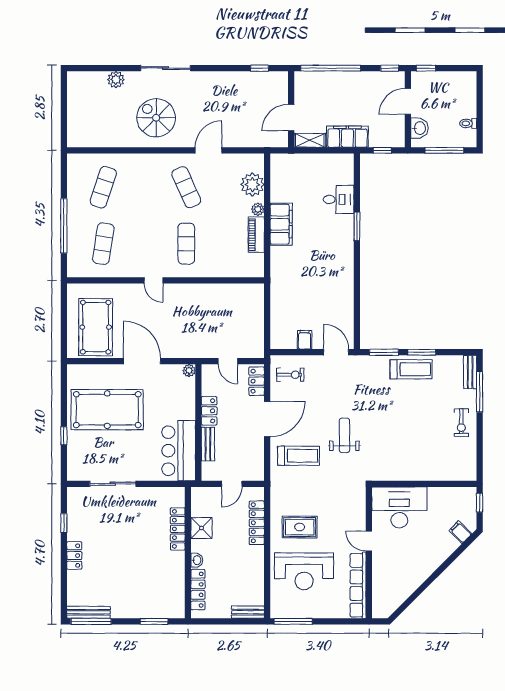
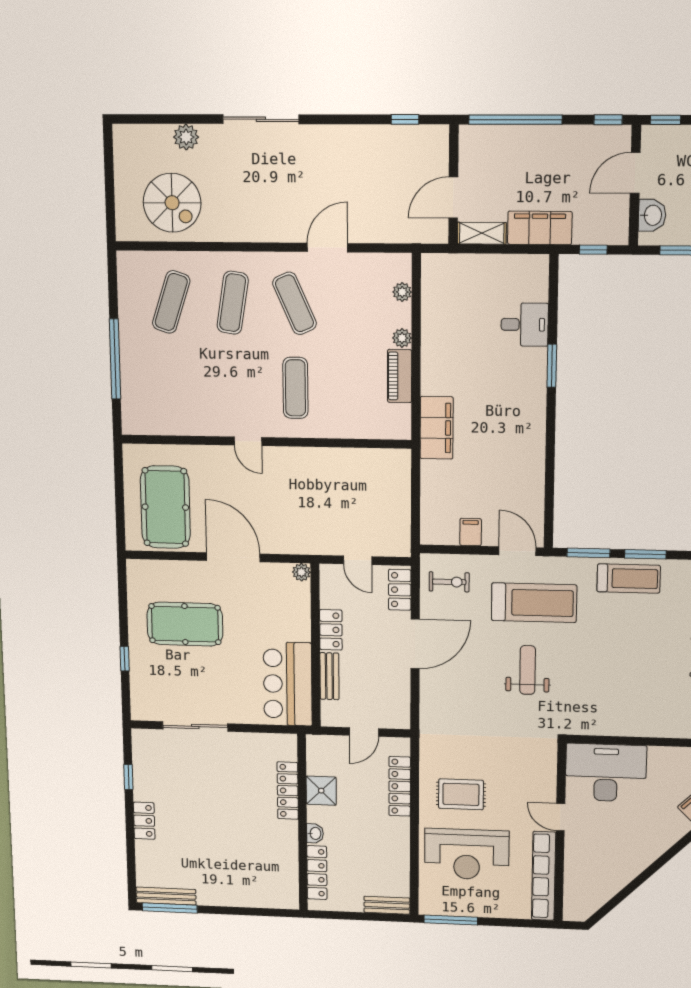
spiral stairs: (156, 118) -> (172, 203), moved, turned 180
plant: (252, 184) -> (402, 292), width x0.53, depth x0.53
filing cabinet: (281, 224) -> (437, 428), moved
exercise mat: (103, 244) -> (233, 303), moved
pool table: (107, 410) -> (185, 624), width x0.73, depth x0.76
treadmill: (298, 456) -> (534, 603), moved, width x1.37, depth x1.38
window: (154, 621) -> (257, 912), removed

